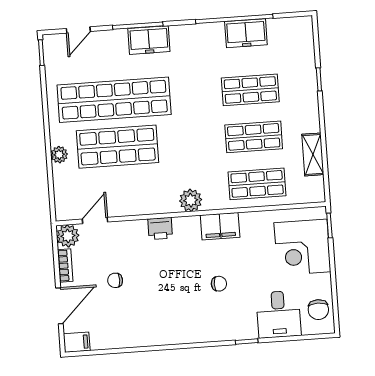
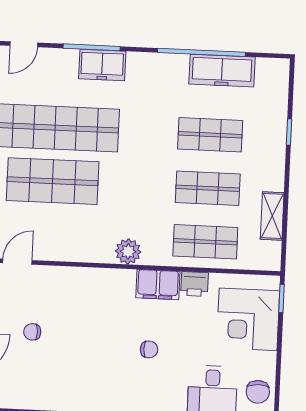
freezer: (246, 33) -> (222, 71), width x1.40
printer: (160, 228) -> (194, 284), moved

